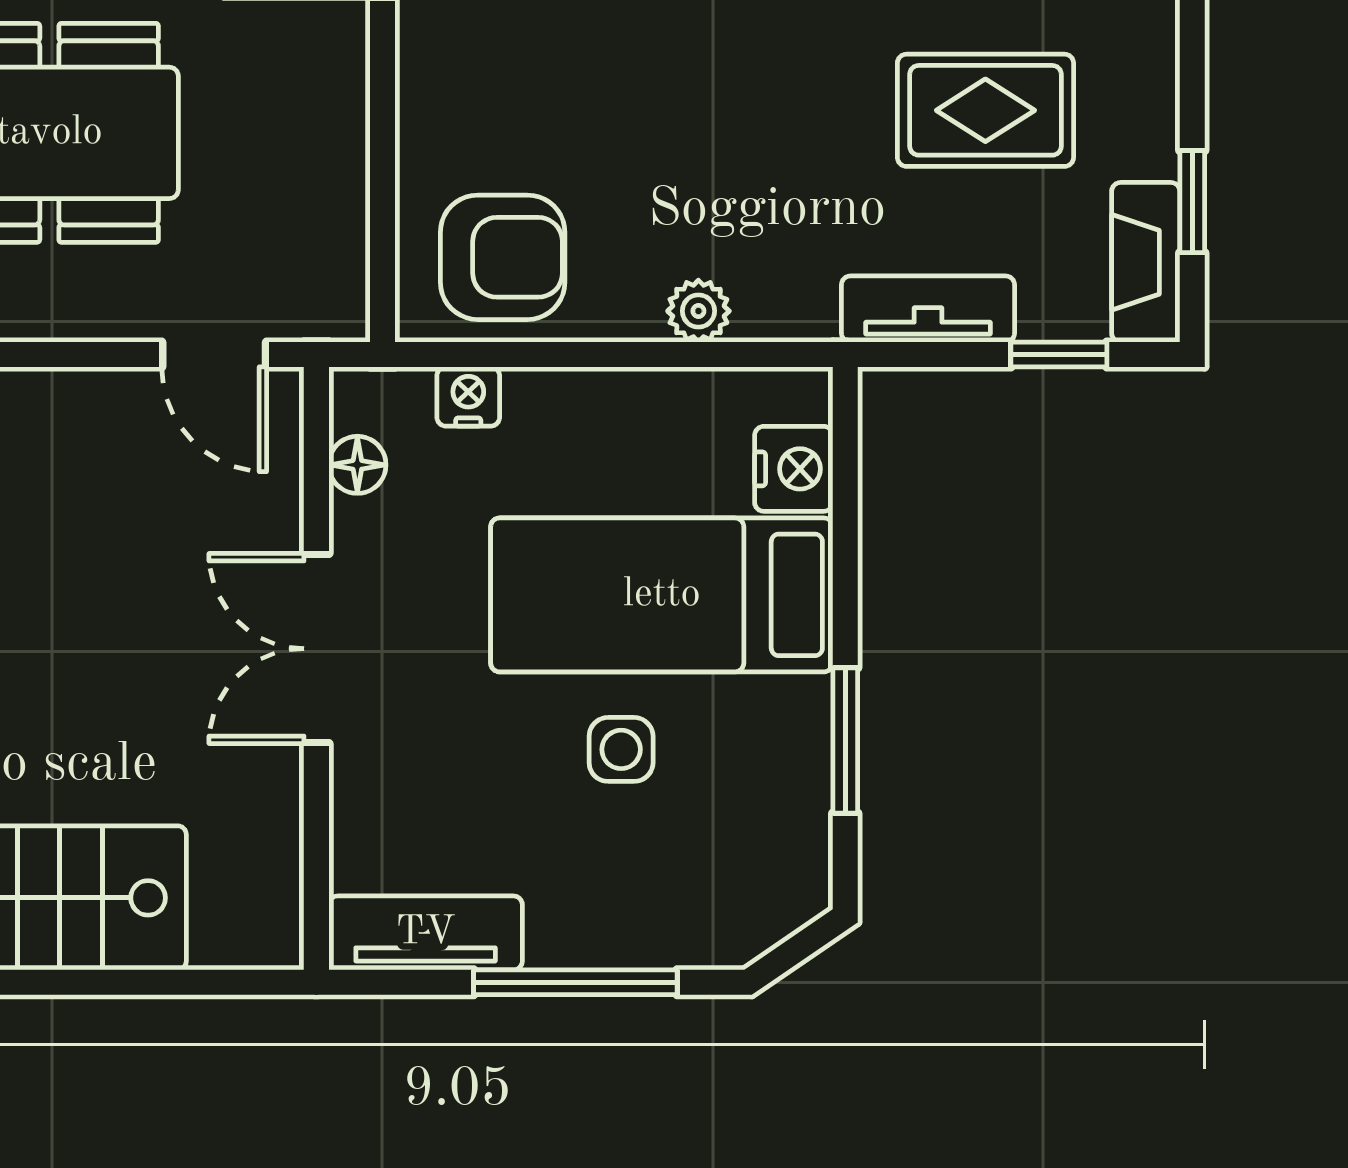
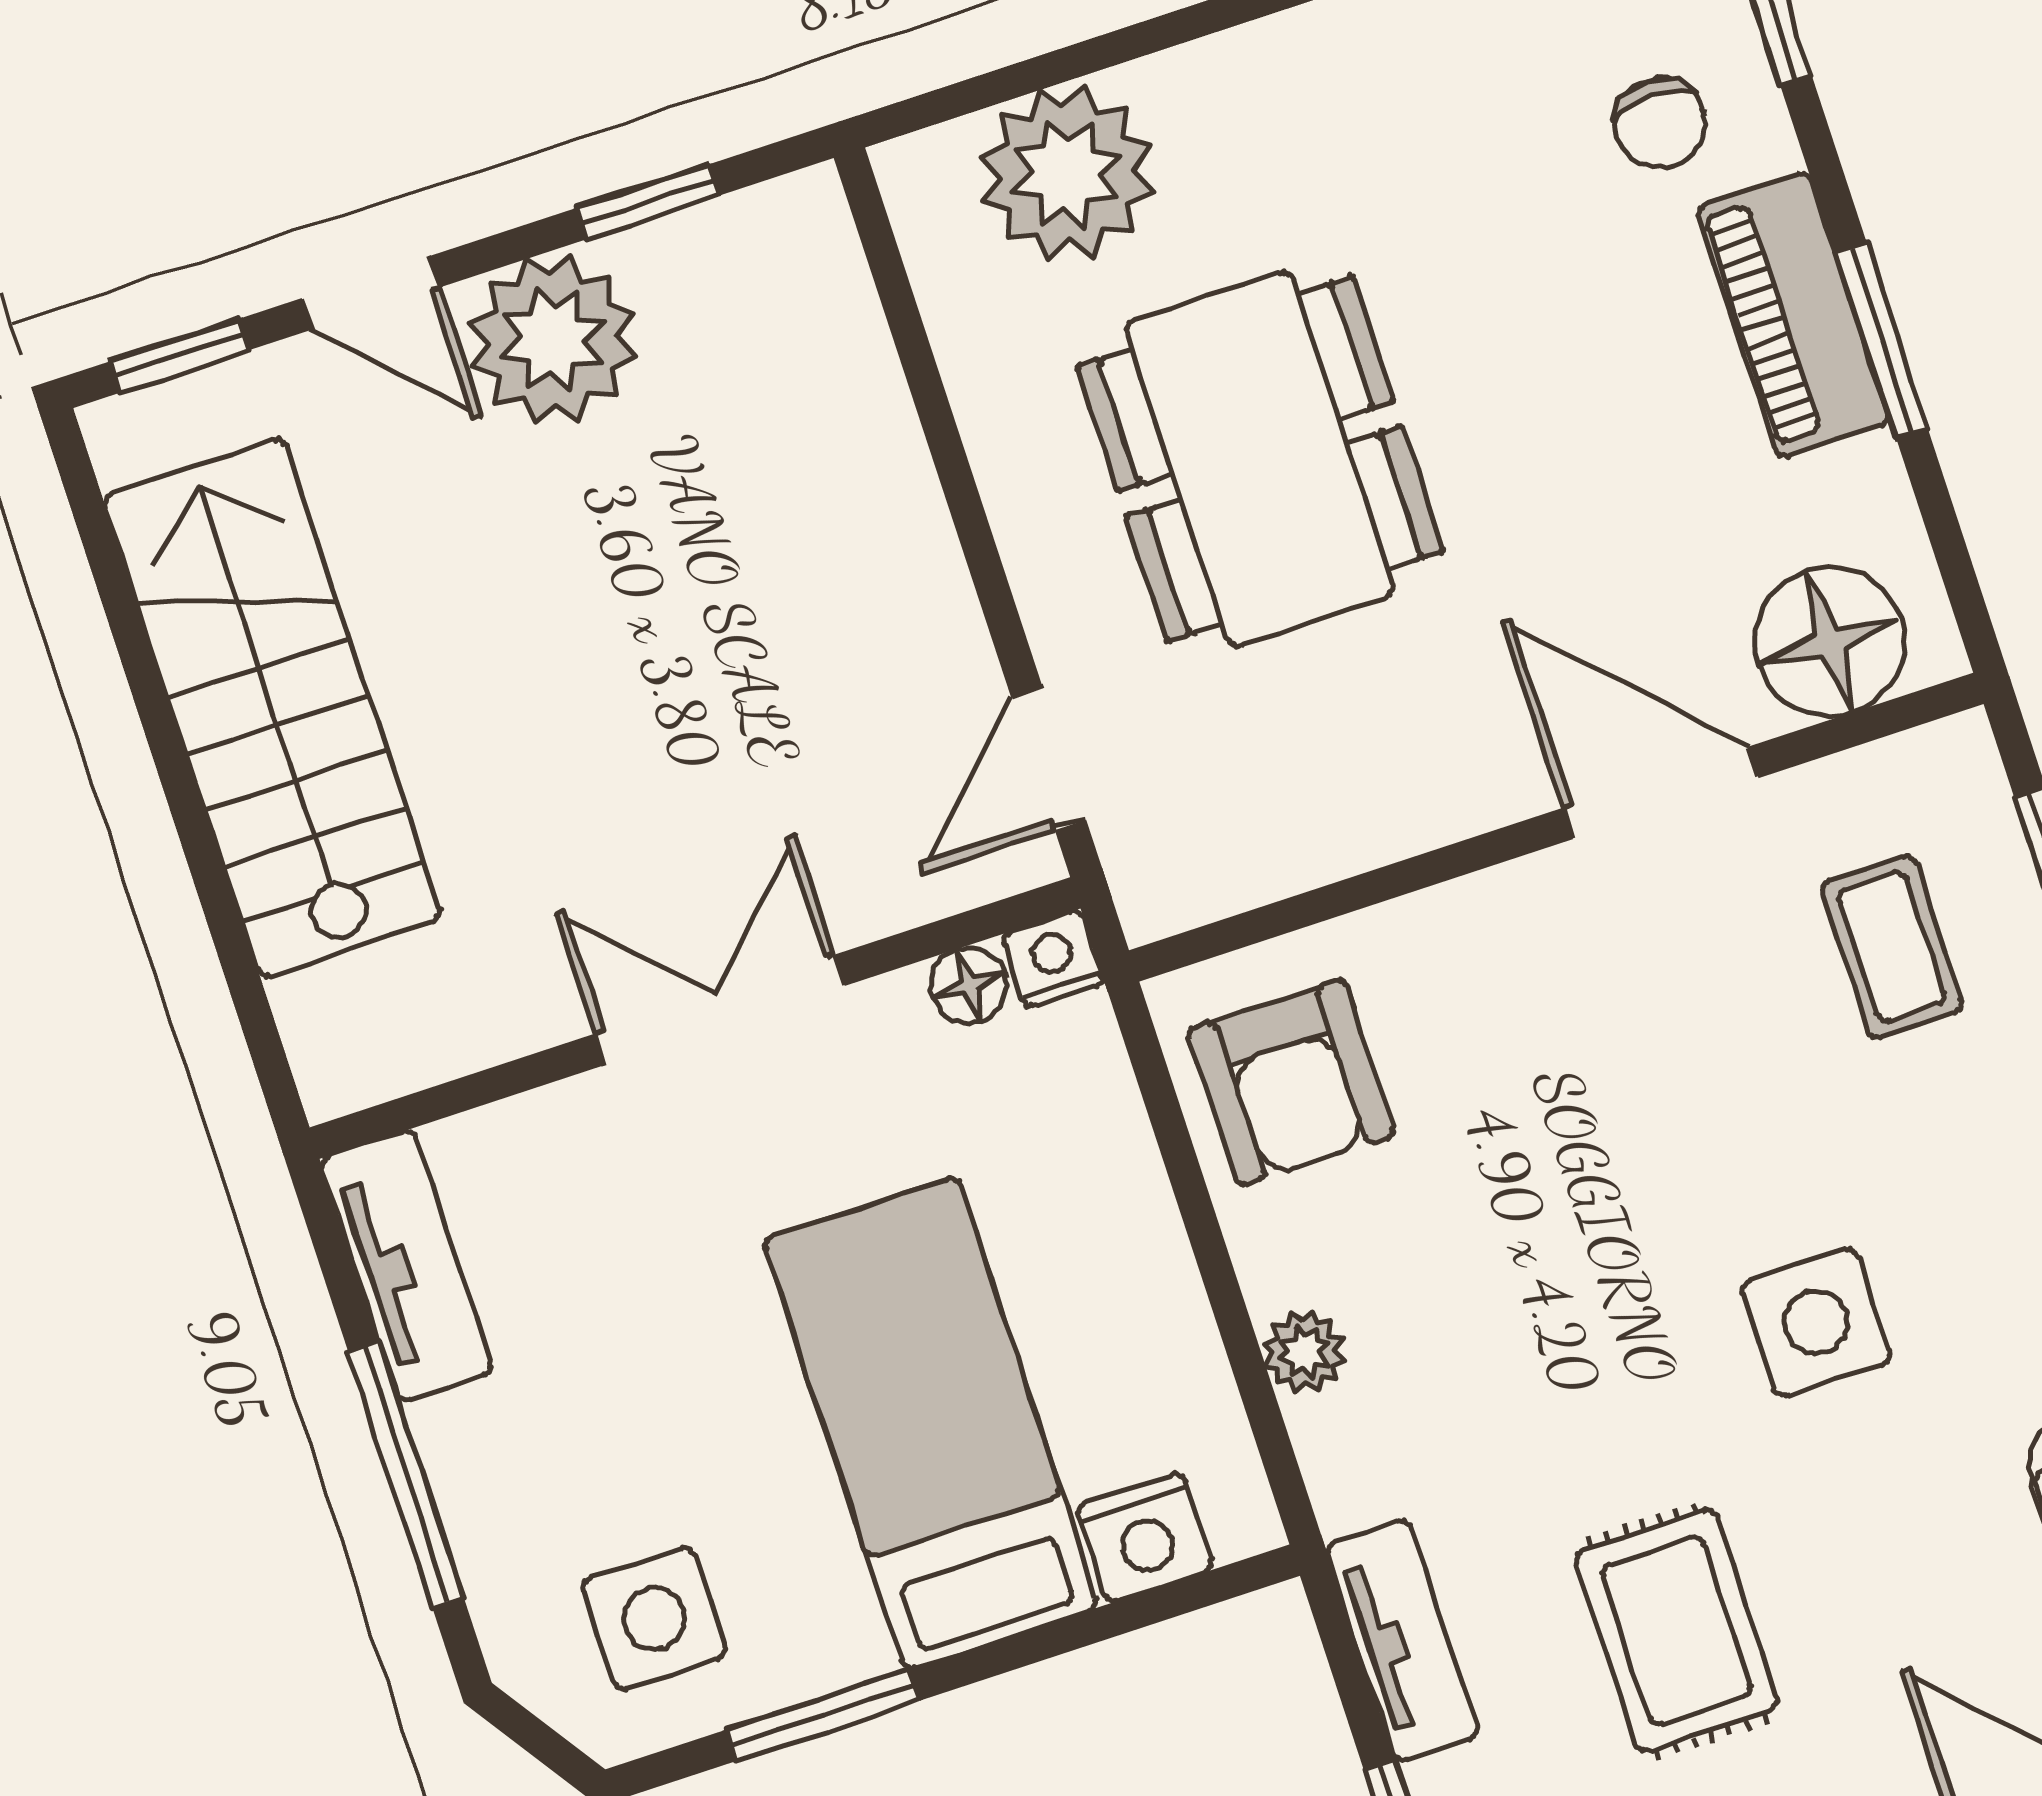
nightstand: (468, 396) -> (1053, 959), moved, turned -90
side table: (621, 749) -> (654, 1618), moved, width x1.37, depth x1.37

